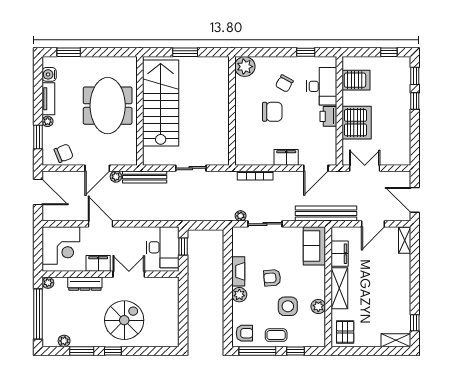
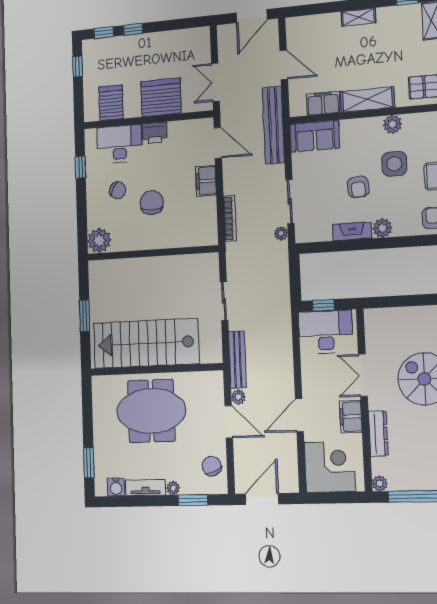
shelving: (405, 240) -> (359, 17), moved

